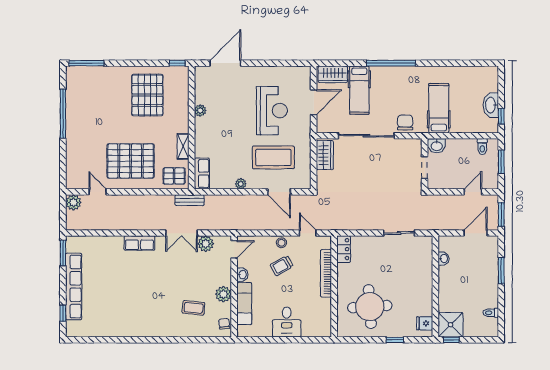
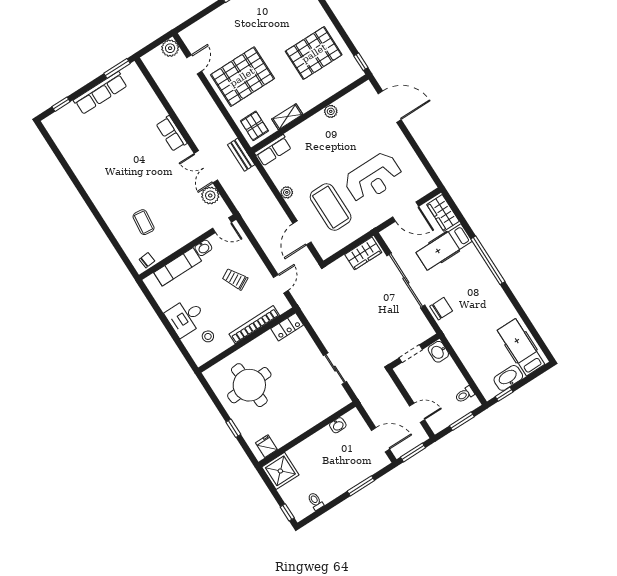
hospital bed: (439, 108) -> (521, 347), moved, turned -90
pallet: (131, 161) -> (242, 77), turned 90
stool: (282, 243) -> (208, 336), moved
row of seats: (74, 287) -> (100, 93), width x0.73
plant: (223, 294) -> (174, 242), removed
window: (451, 340) -> (287, 512), moved

